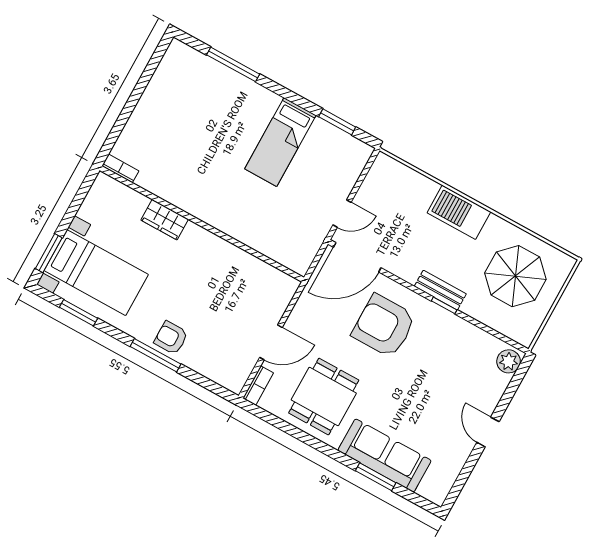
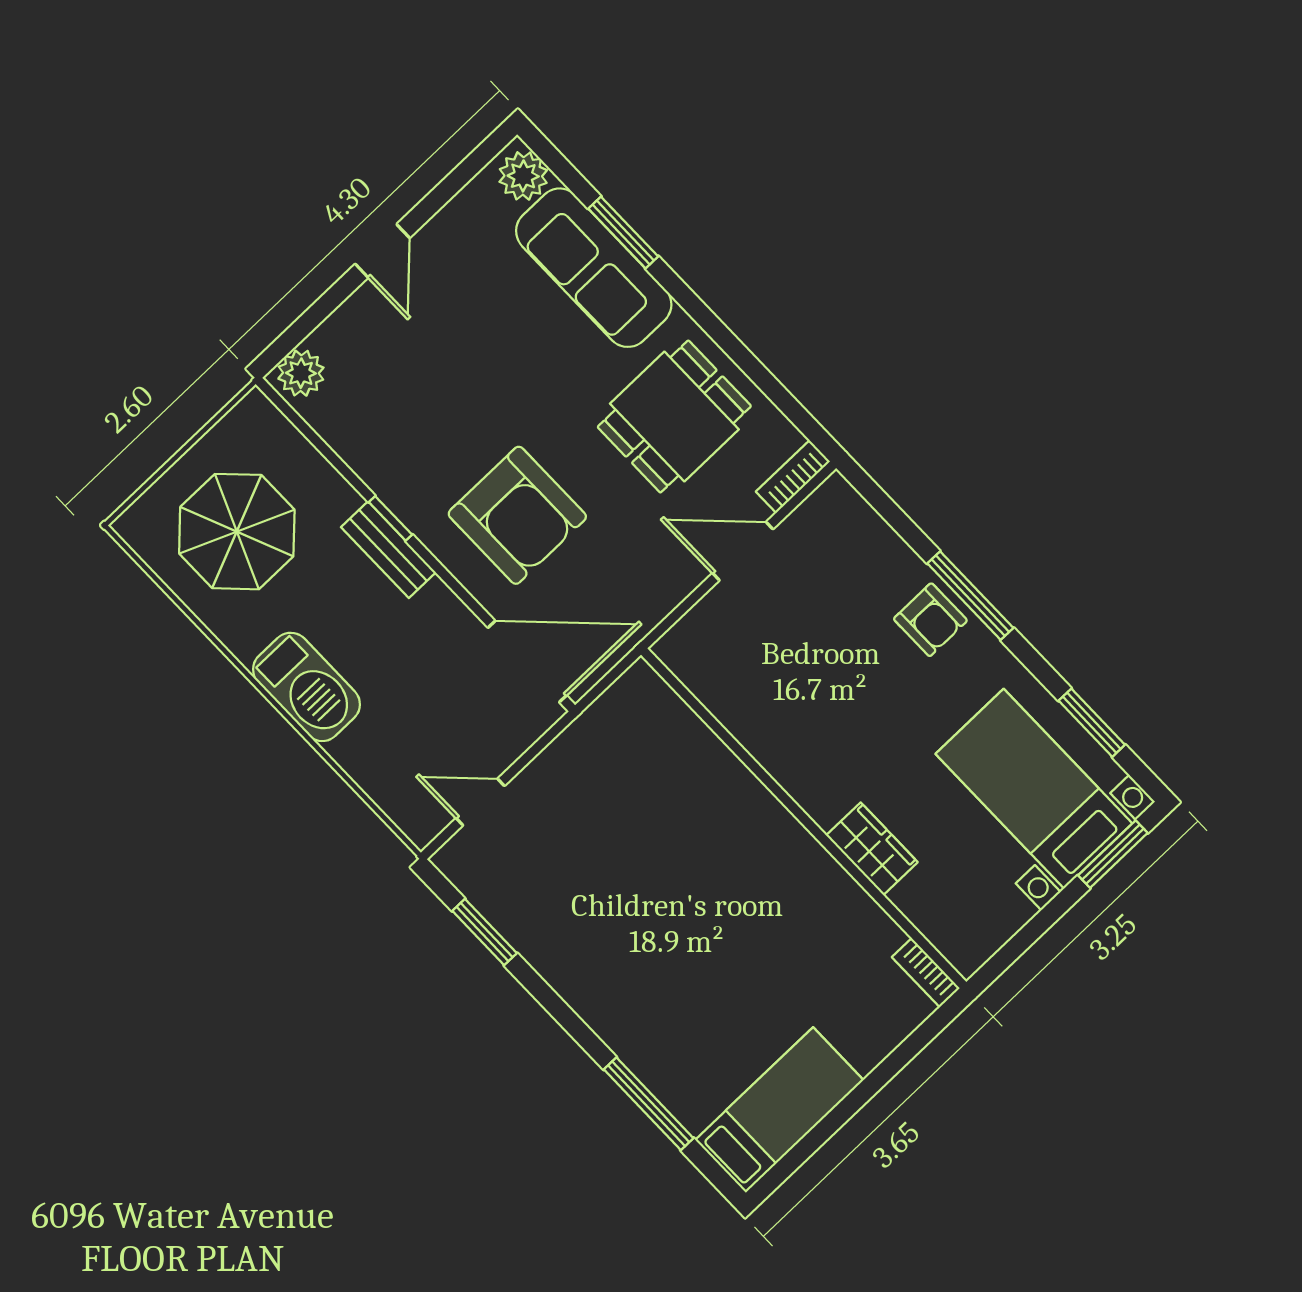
bed: (280, 142) -> (779, 1110), moved
door: (342, 214) -> (480, 802), moved
plant: (432, 489) -> (523, 176), added

